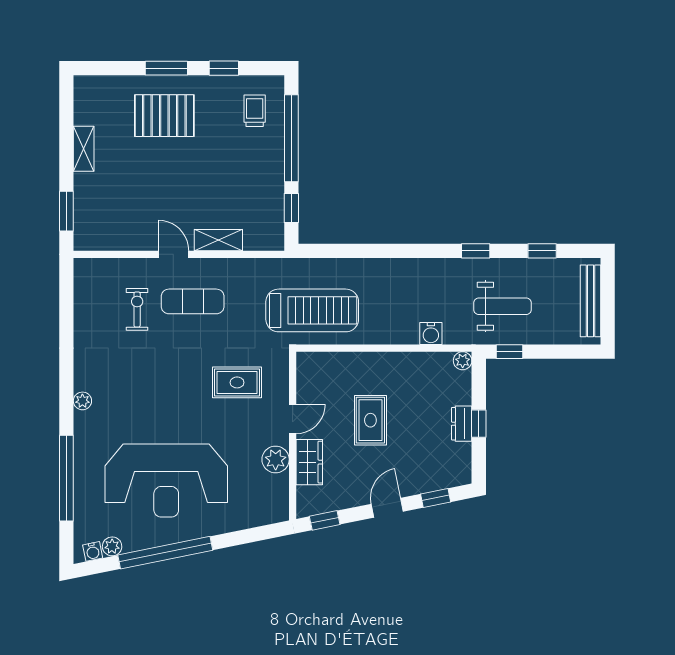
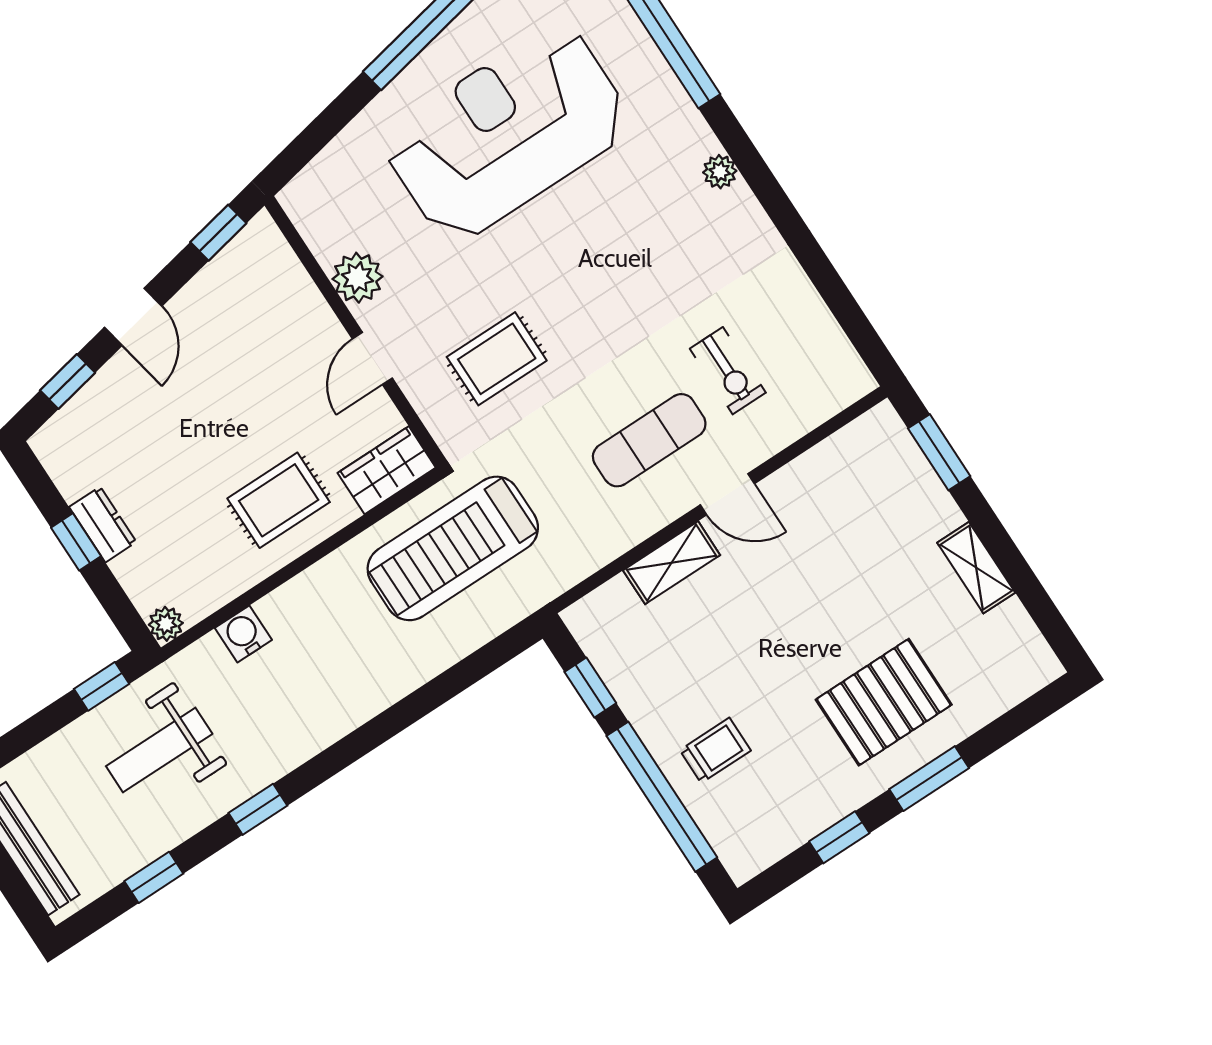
trolley: (255, 111) -> (715, 750), moved, turned -90
rug: (370, 420) -> (279, 500), moved, turned 90
wardrobe: (309, 462) -> (387, 470), moved, turned 90

